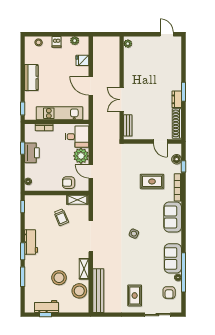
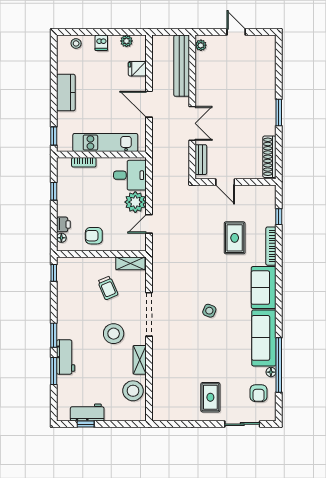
door: (167, 34) -> (236, 32), moved
dresser: (177, 99) -> (269, 123), removed
double door: (122, 100) -> (192, 123), swing flipped
door: (160, 141) -> (225, 182), moved
printer: (32, 153) -> (63, 224), moved, width x0.53, depth x0.68
floor lamp: (177, 159) -> (269, 207), removed
door: (91, 171) -> (149, 224), hinge flipped
rug: (152, 181) -> (235, 238), turned 90
armchair: (69, 183) -> (94, 236), moved
workbench: (31, 242) -> (66, 357), moved
sofa: (173, 258) -> (264, 338), width x1.36
stool: (59, 278) -> (114, 334), moved
bench: (98, 291) -> (182, 66), moved

